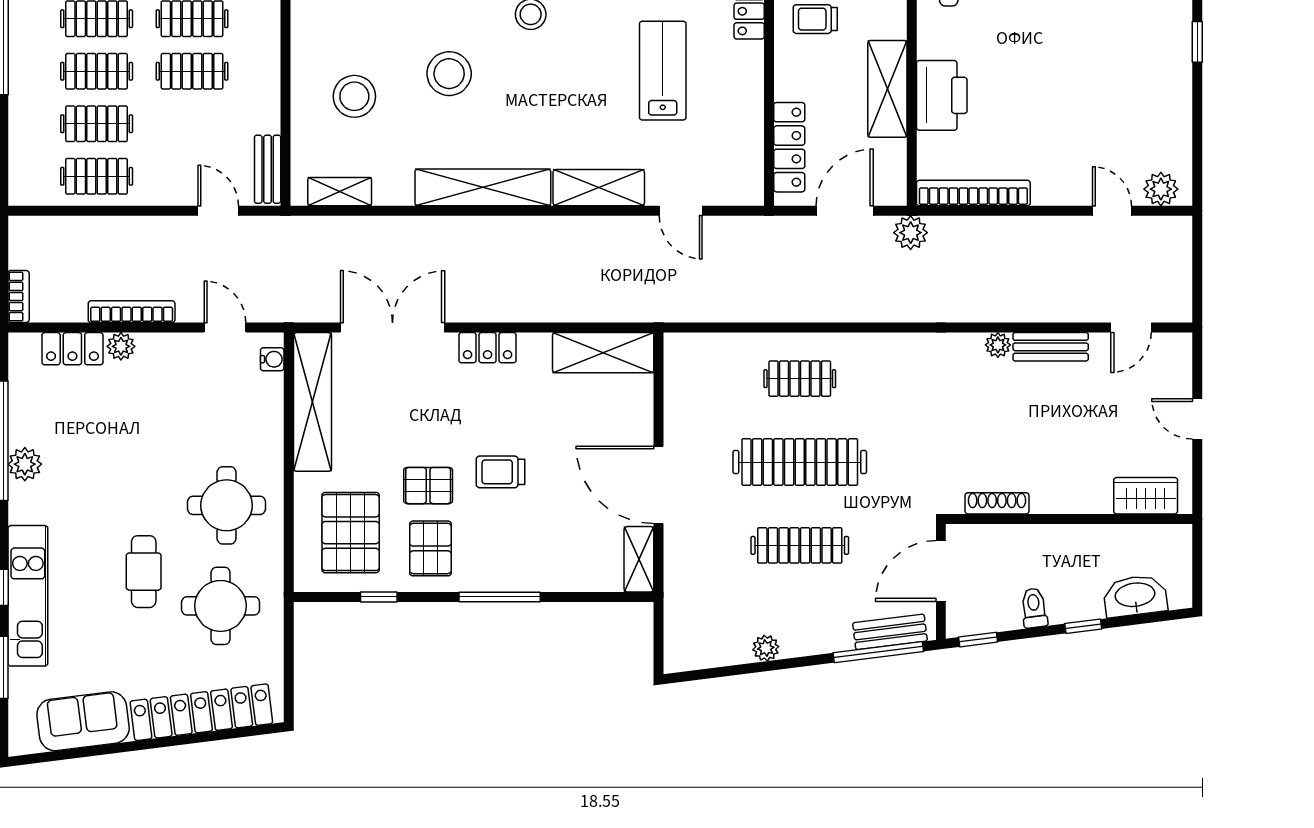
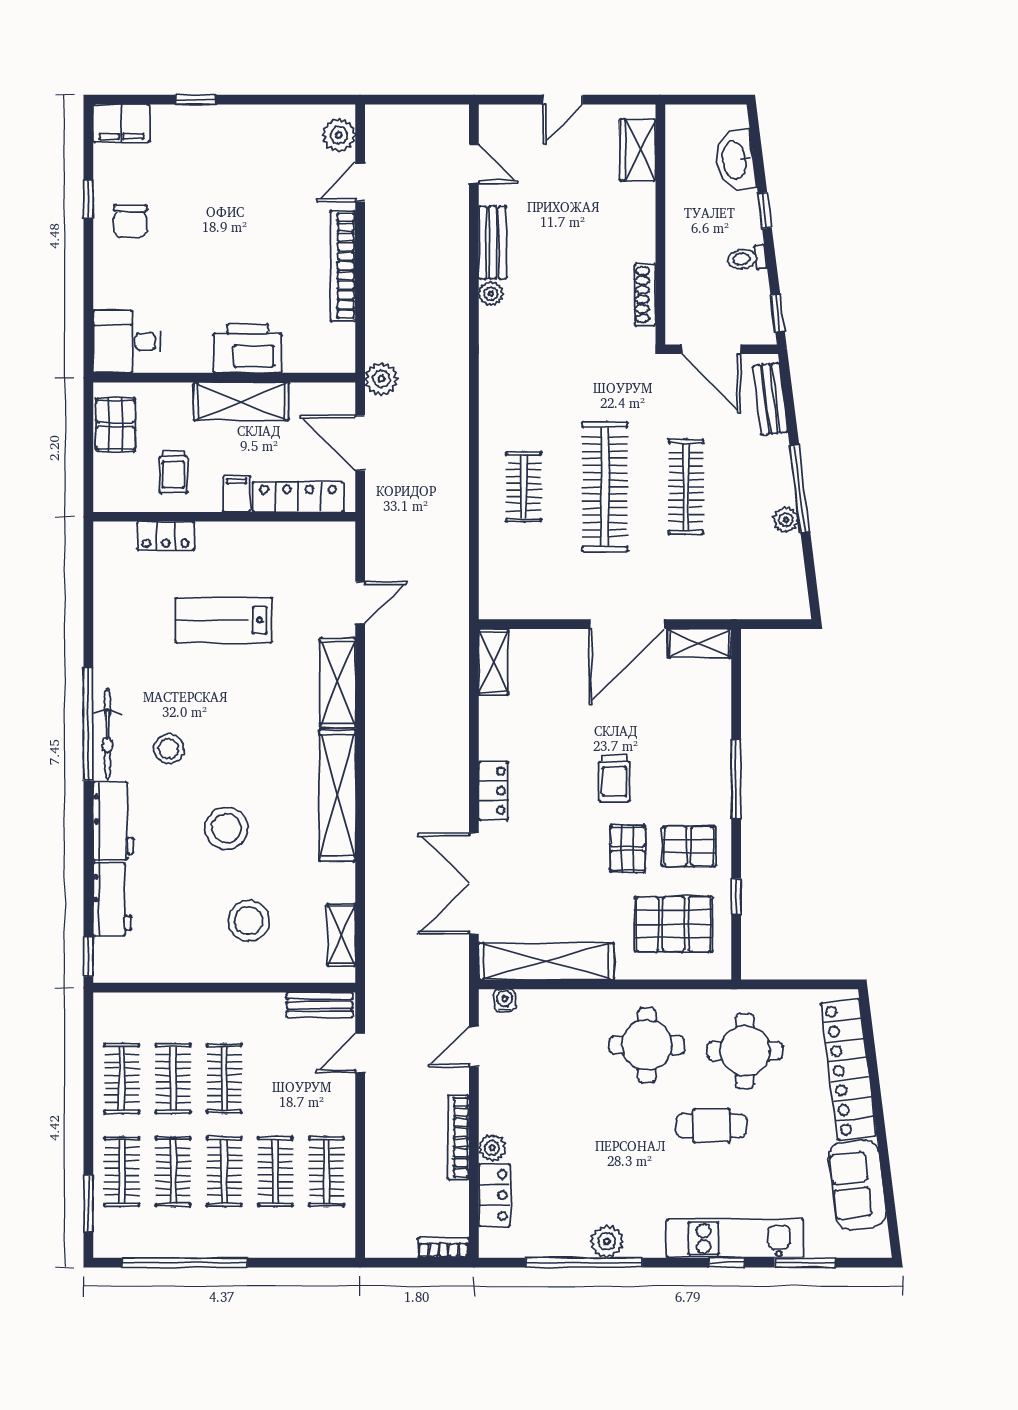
filing cabinet: (792, 84) -> (237, 494), added
bookcase: (973, 193) -> (343, 266), moved
shelving: (603, 353) -> (493, 662), width x0.67, depth x0.75
window: (878, 652) -> (800, 489), moved

